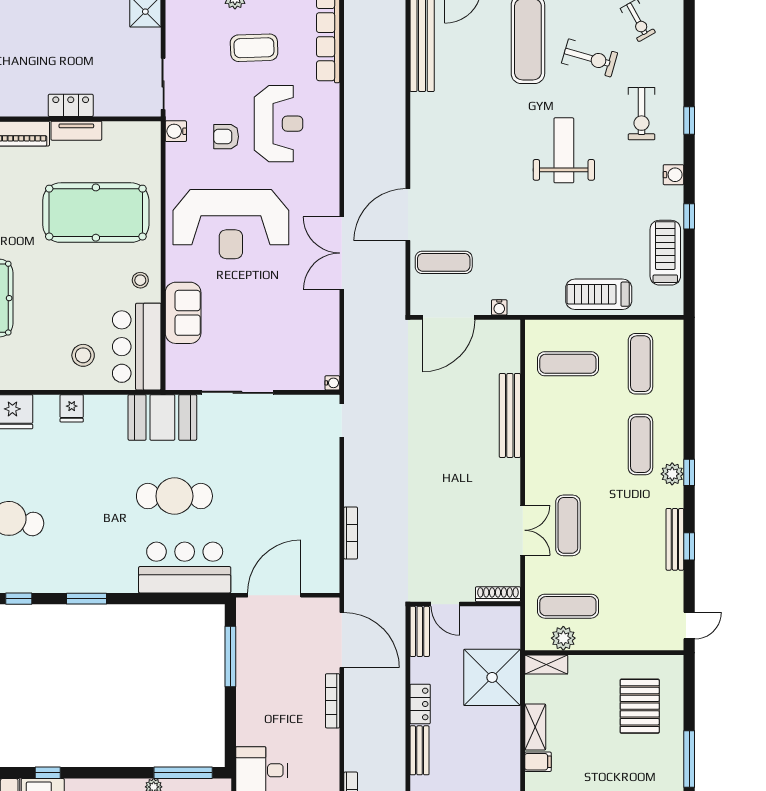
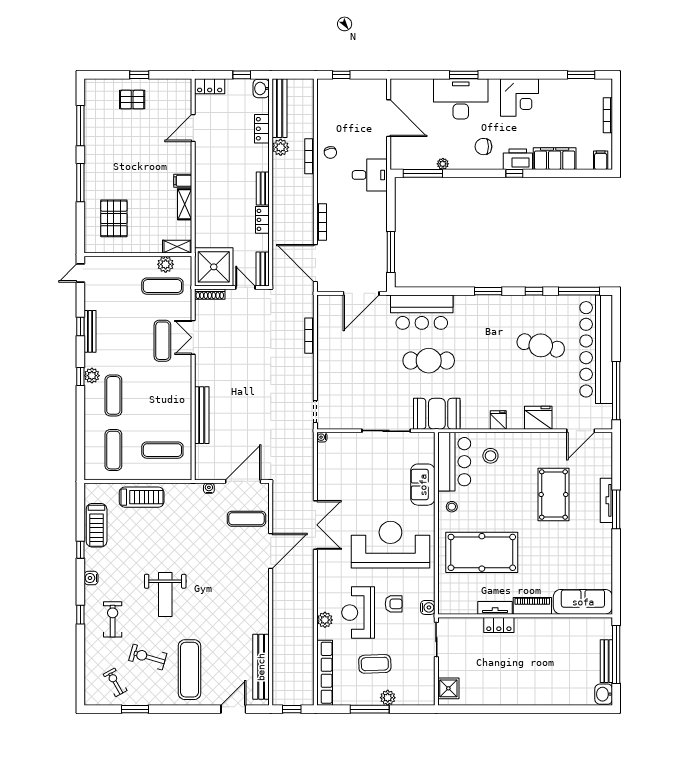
plant: (328, 113) -> (325, 620), added
shower: (492, 677) -> (214, 267), moved

